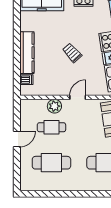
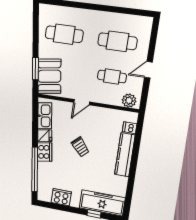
plant: (54, 106) -> (129, 101), moved

